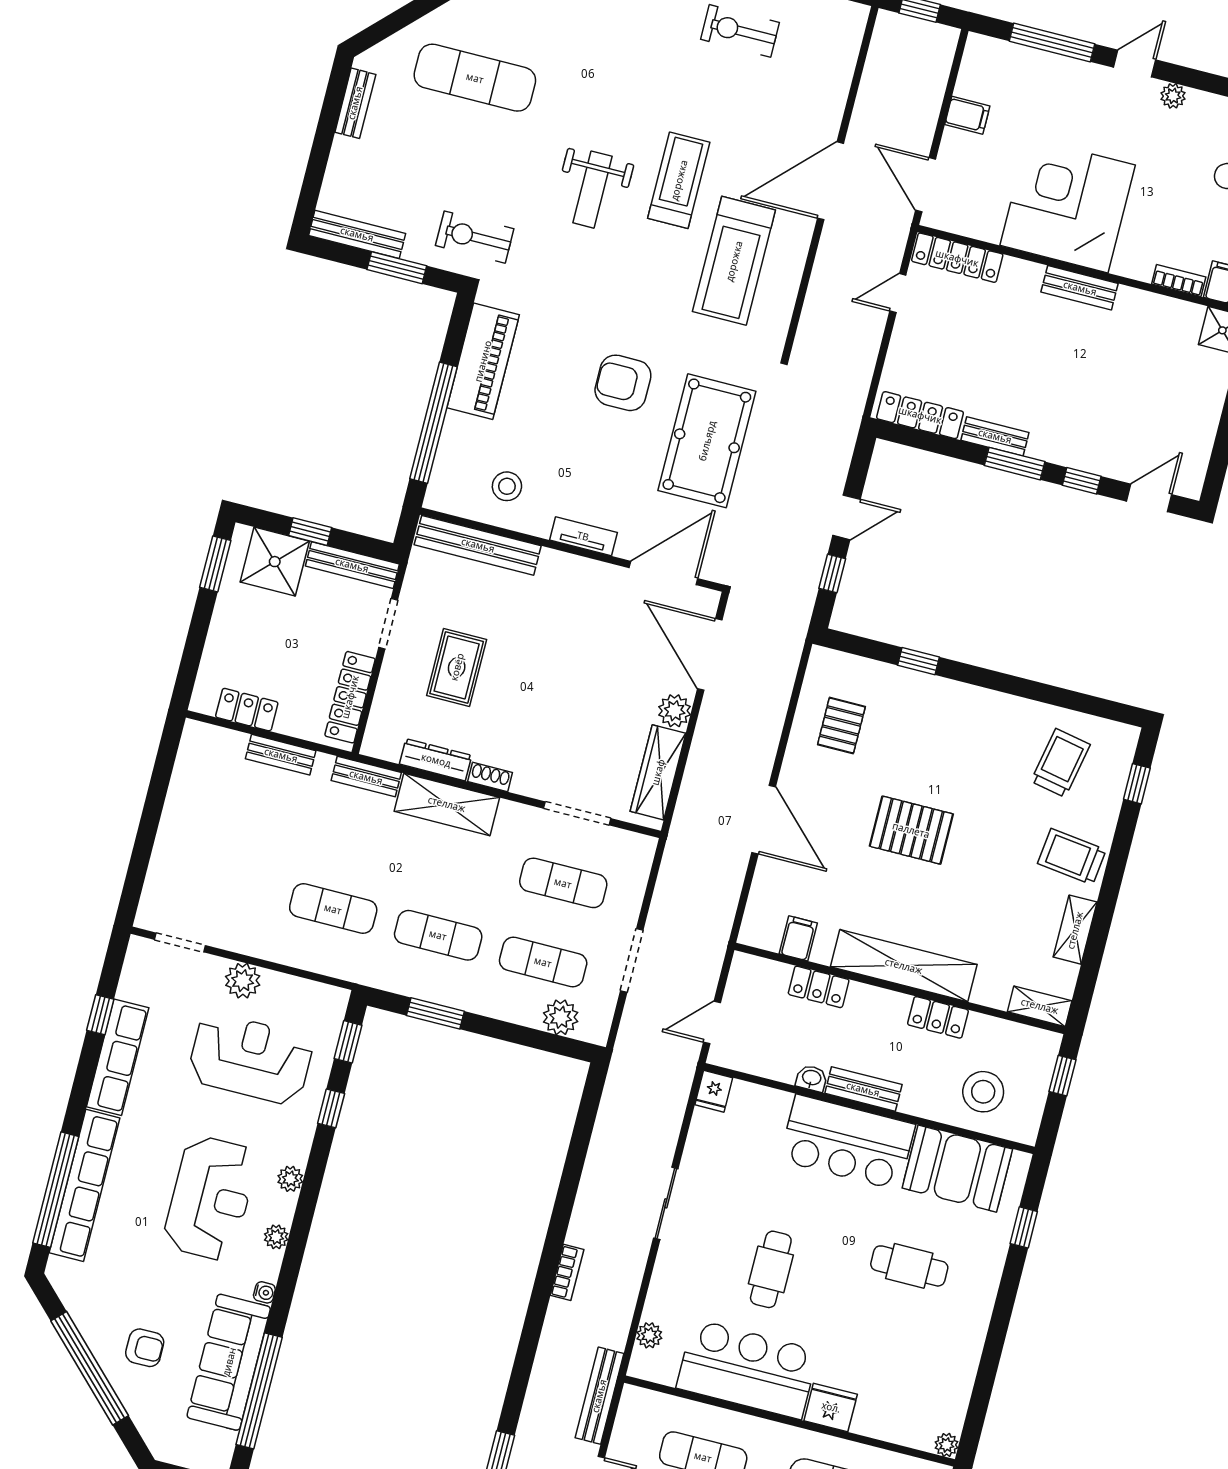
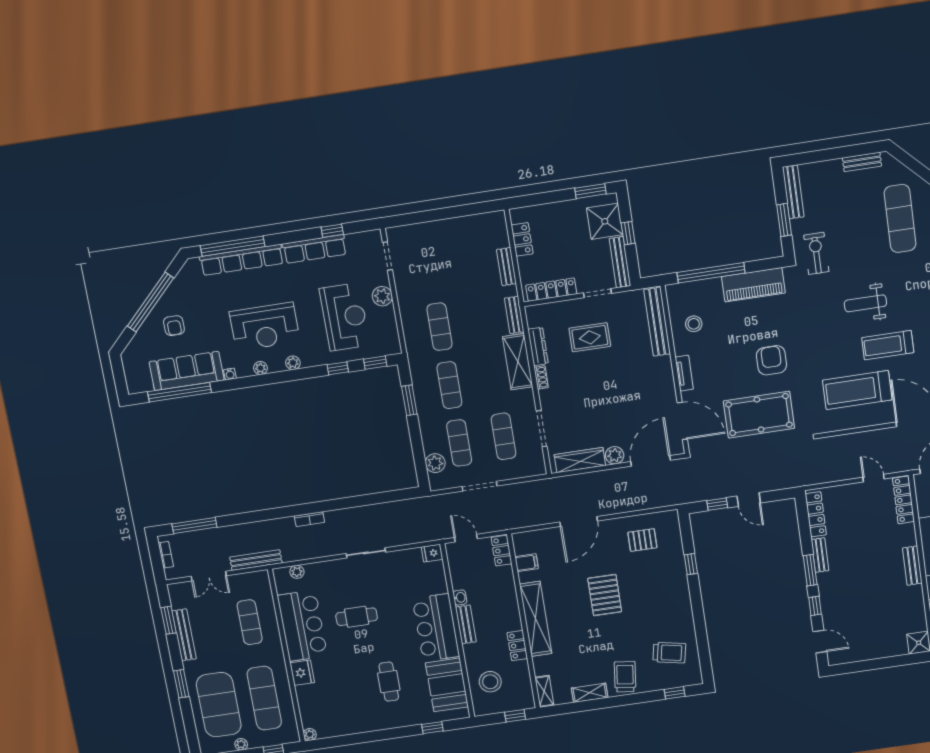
treadmill: (679, 180) -> (888, 345), turned 180
locker: (819, 987) -> (501, 551), moved

